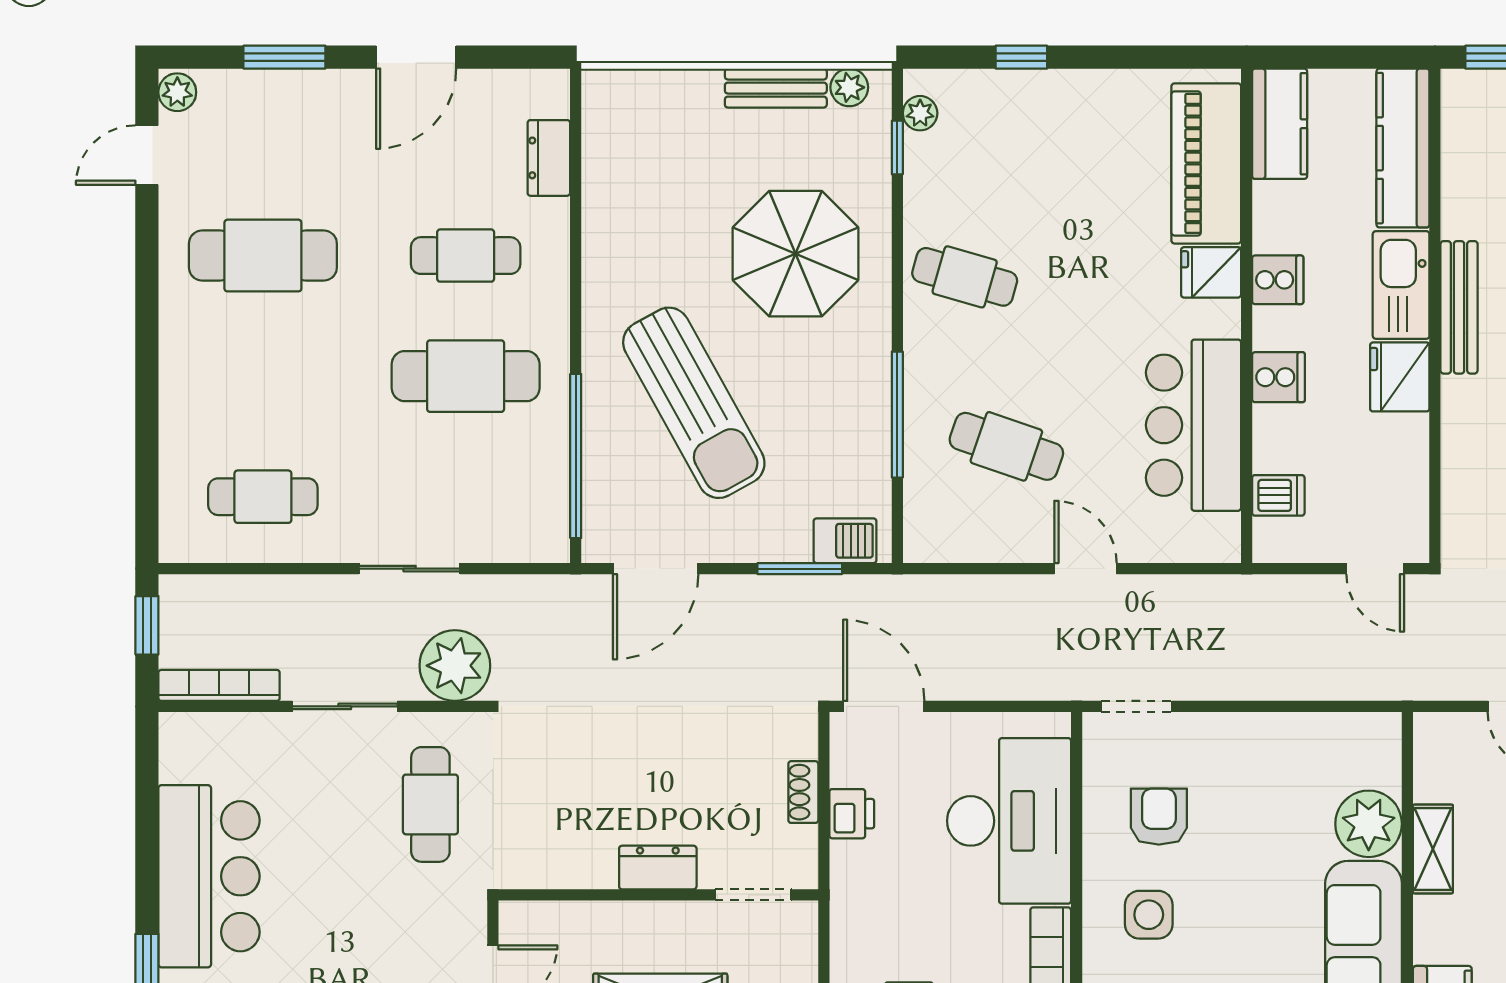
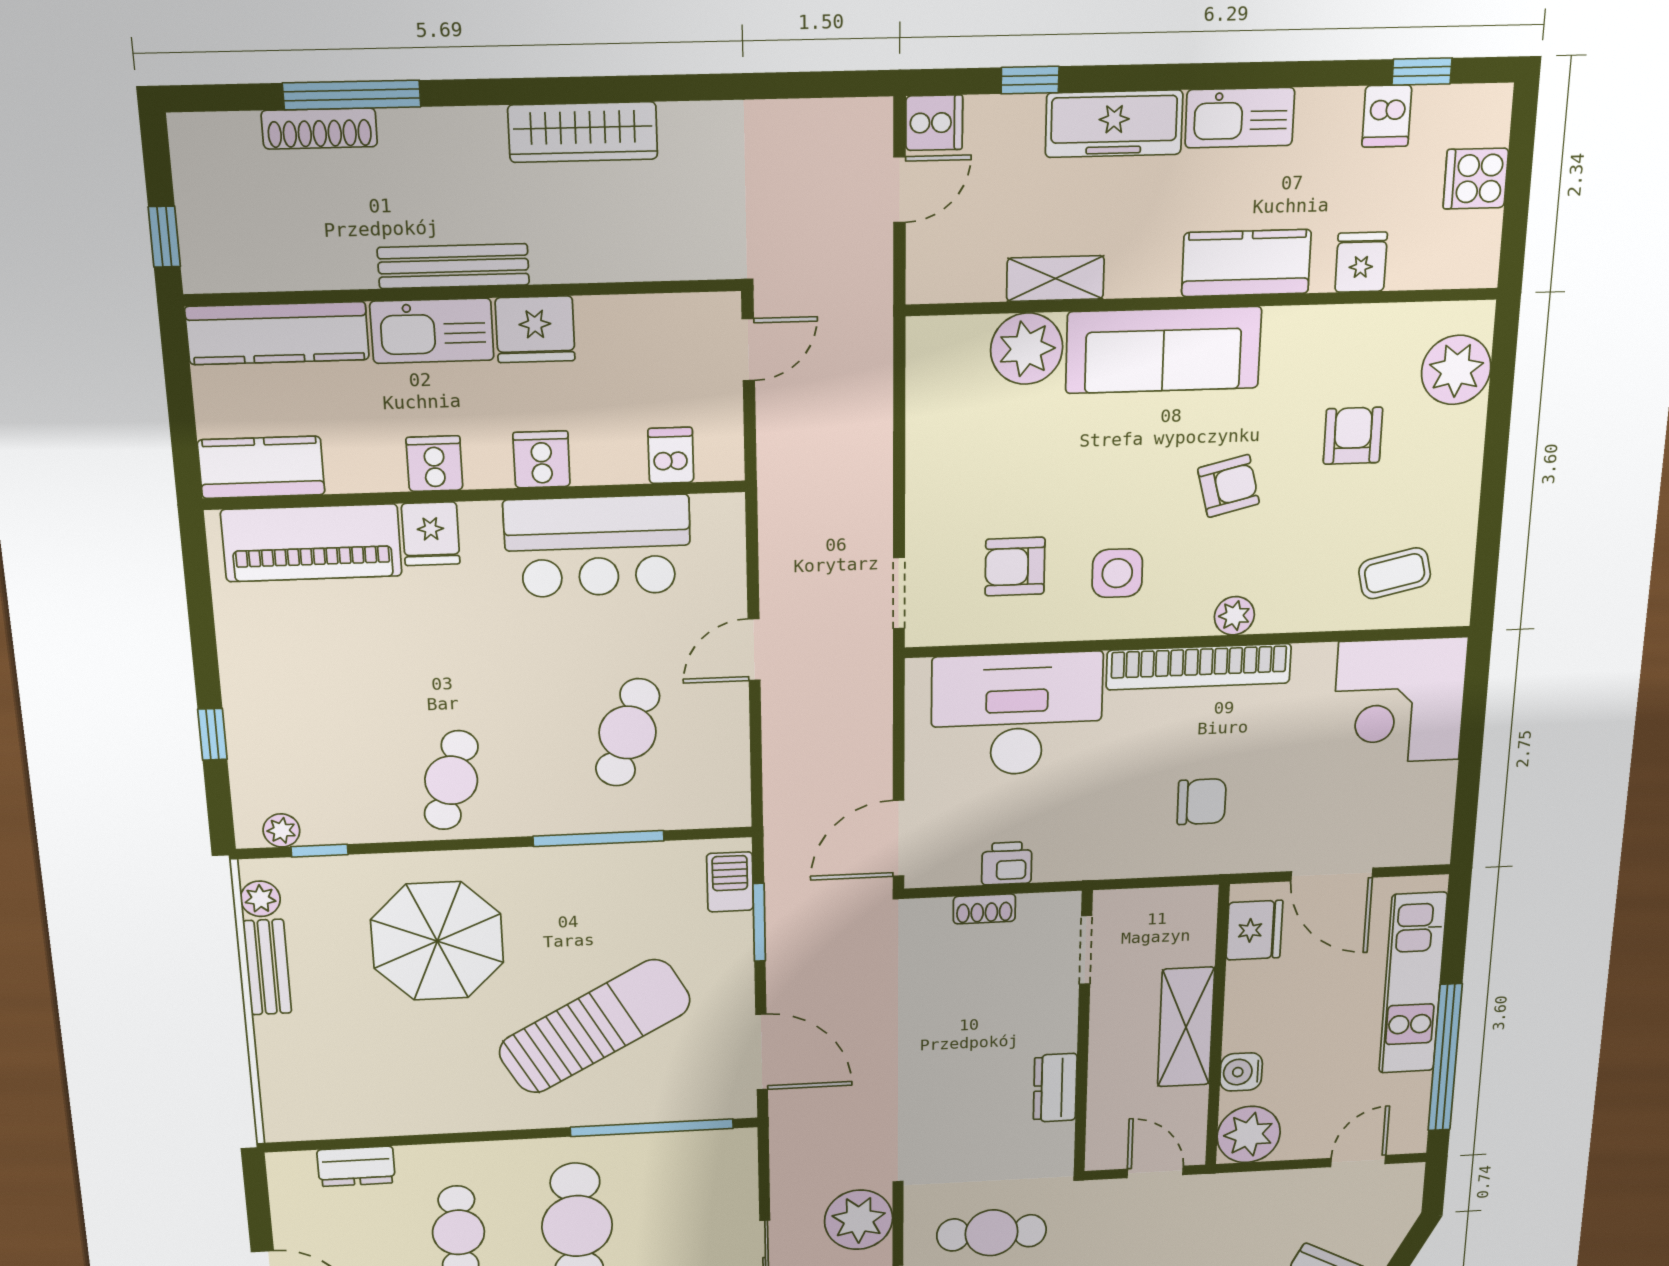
dresser: (658, 868) -> (1055, 1088), moved

